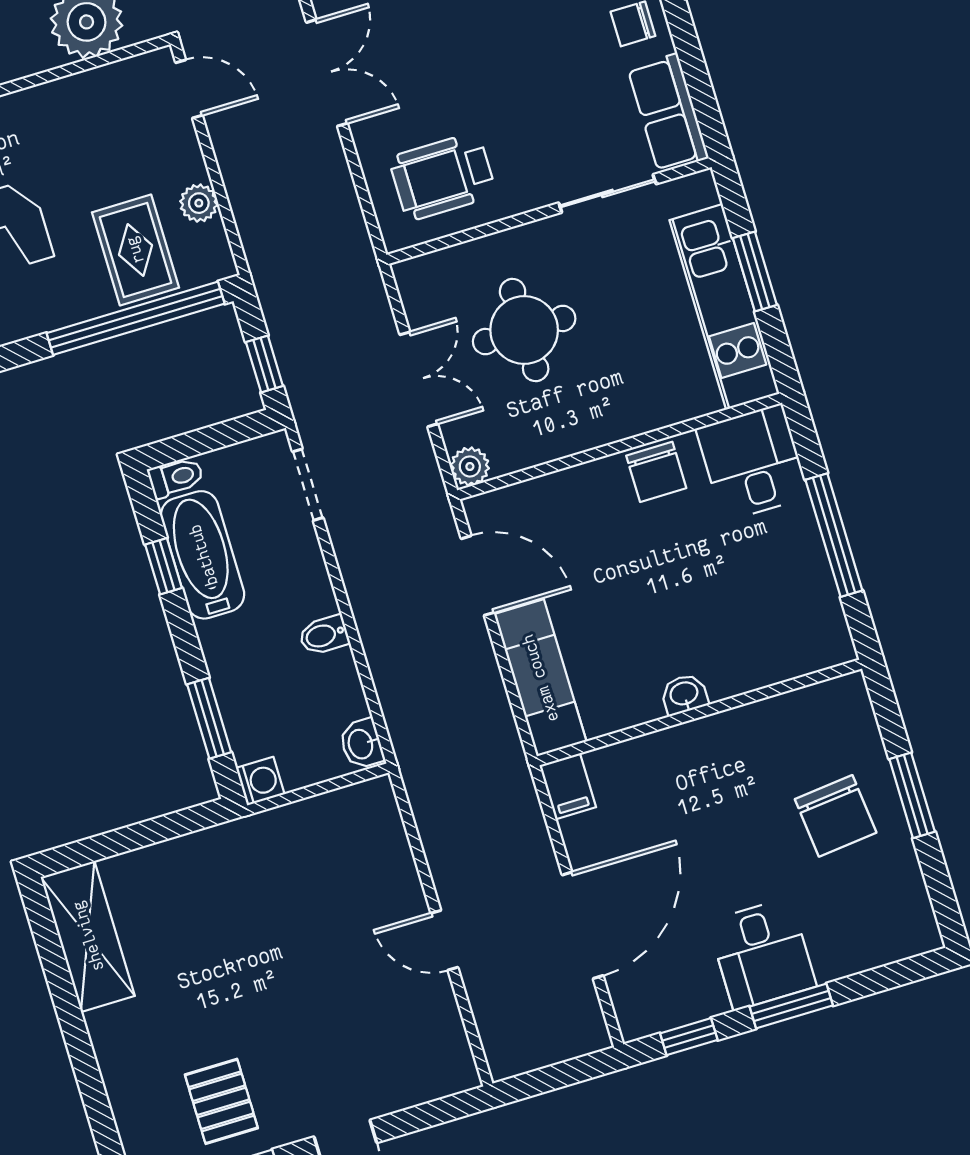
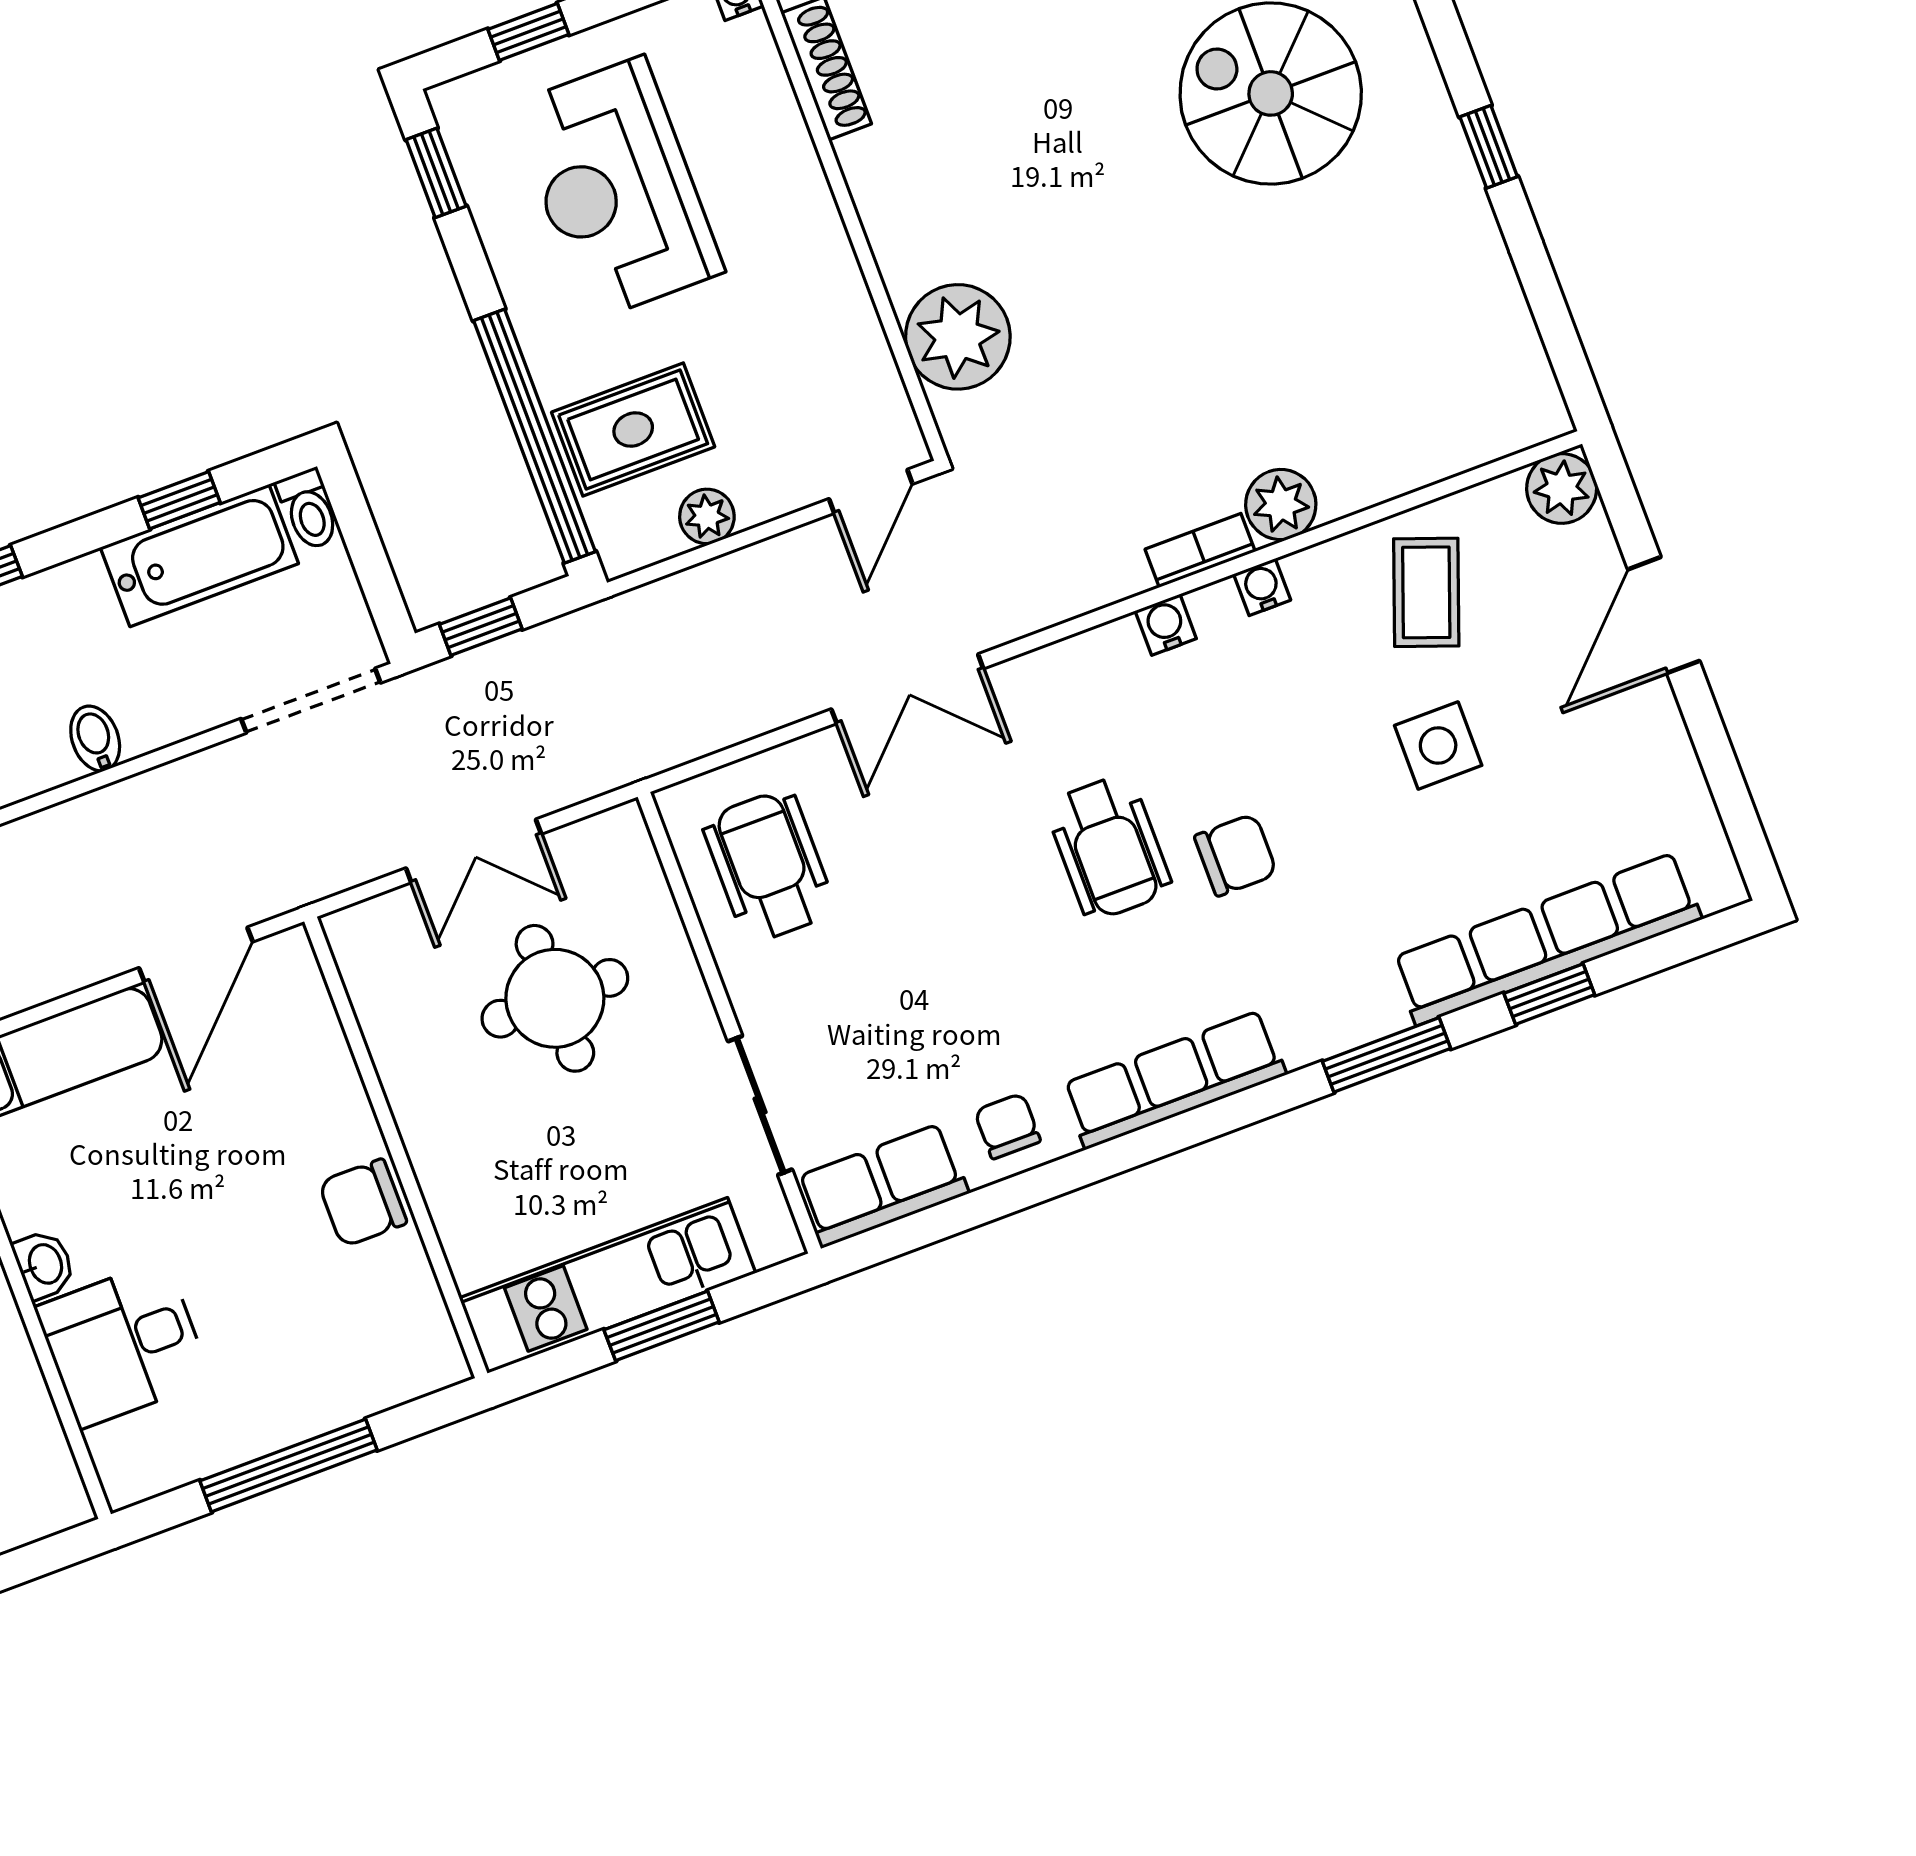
desk: (753, 462) -> (123, 1344), moved, turned 180
plant: (470, 466) -> (353, 933), removed
doorway: (308, 485) -> (311, 701), width x1.38

